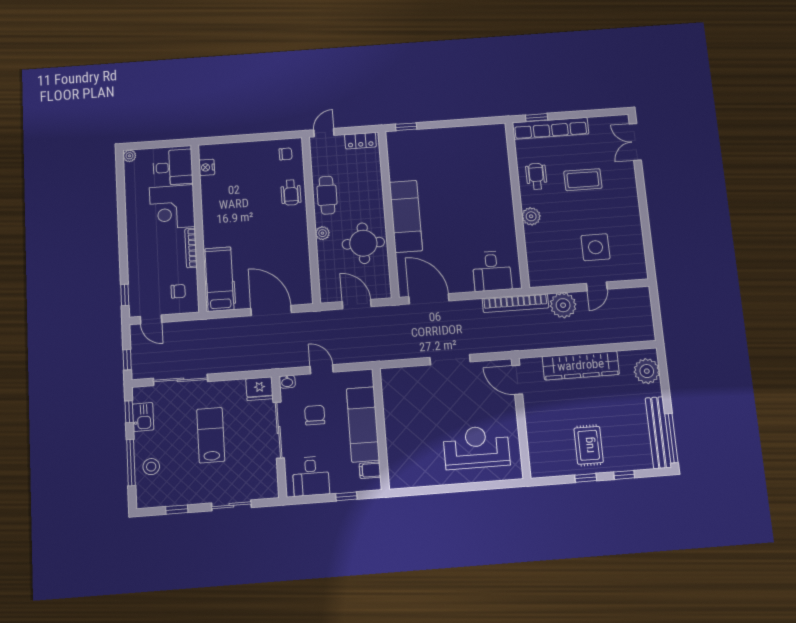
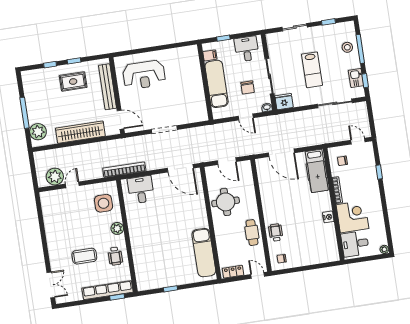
window: (406, 127) -> (170, 289), moved
door: (324, 133) -> (258, 275), swing flipped
nightstand: (207, 167) -> (328, 217), moved
exam couch: (406, 216) -> (204, 253), moved
plant: (322, 233) -> (253, 207), removed
side table: (595, 247) -> (103, 203), moved
window: (125, 295) -> (379, 172), moved
plant: (563, 305) -> (55, 177), moved
window: (127, 360) -> (370, 114), removed
bench: (658, 433) -> (107, 87), moved
window: (671, 438) -> (24, 113), moved
rug: (589, 445) -> (73, 81), turned 90

